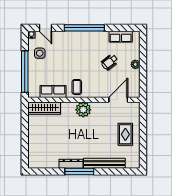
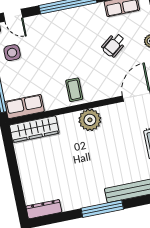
row of seats: (53, 91) -> (25, 107), moved
dresser: (71, 164) -> (44, 209), moved

